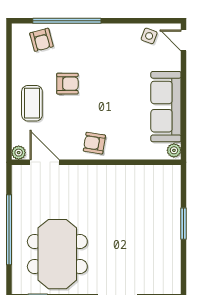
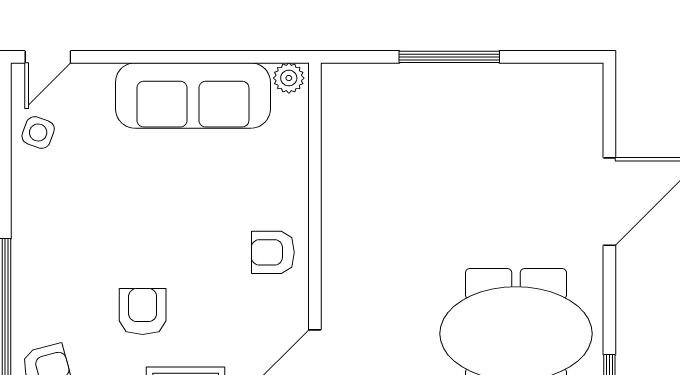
armchair: (94, 143) -> (273, 252), turned 81
window: (184, 224) -> (449, 57), width x1.44

